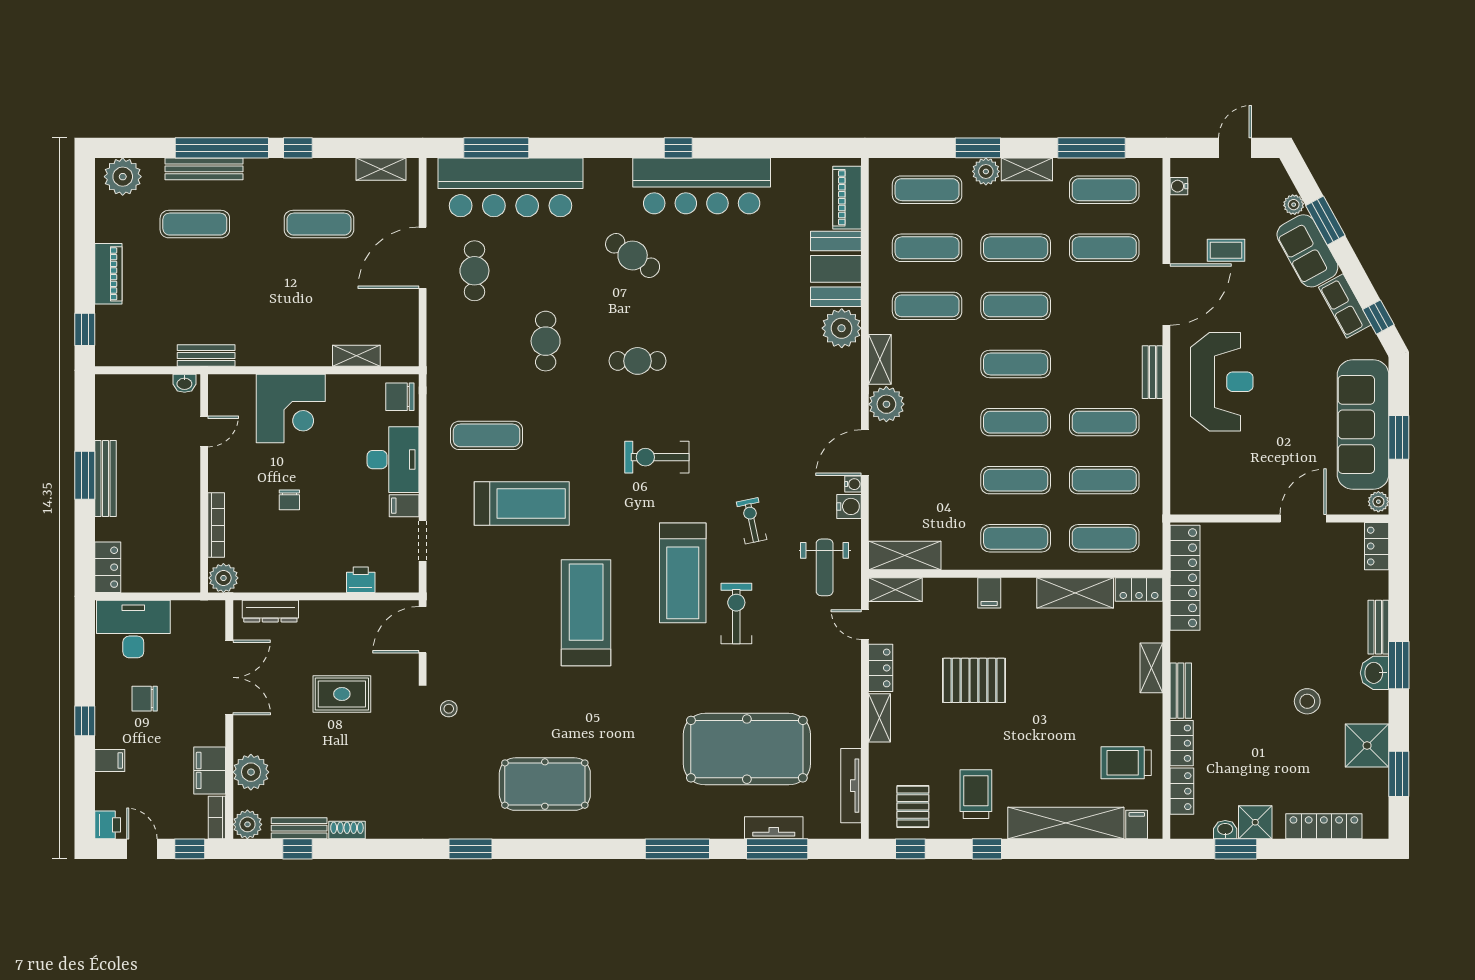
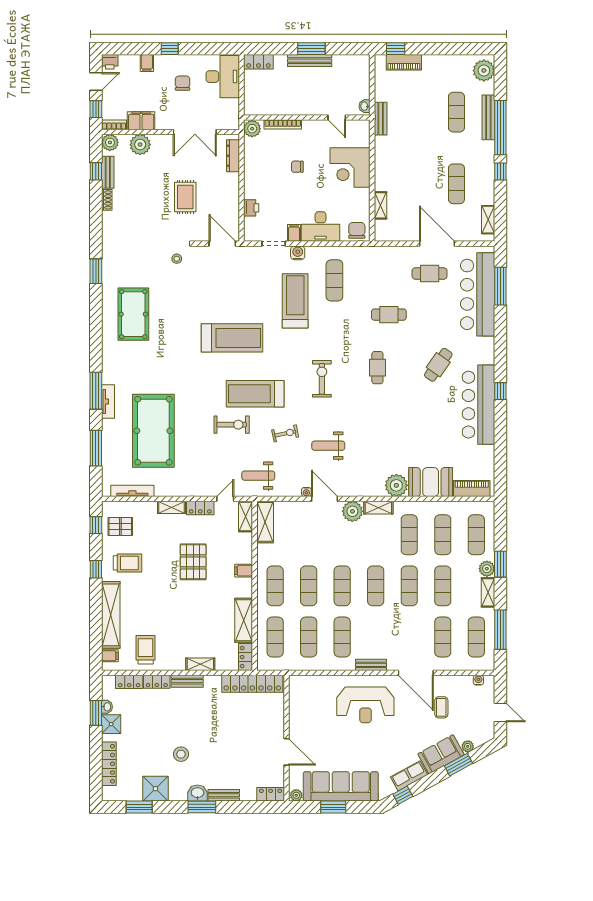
piano: (108, 274) -> (404, 62), moved
weight bench: (773, 446) -> (328, 446), added
treadmill: (522, 504) -> (295, 301), turned 180
water cooler: (849, 506) -> (298, 253), moved, turned 180
tv unit: (774, 828) -> (108, 402), moved

